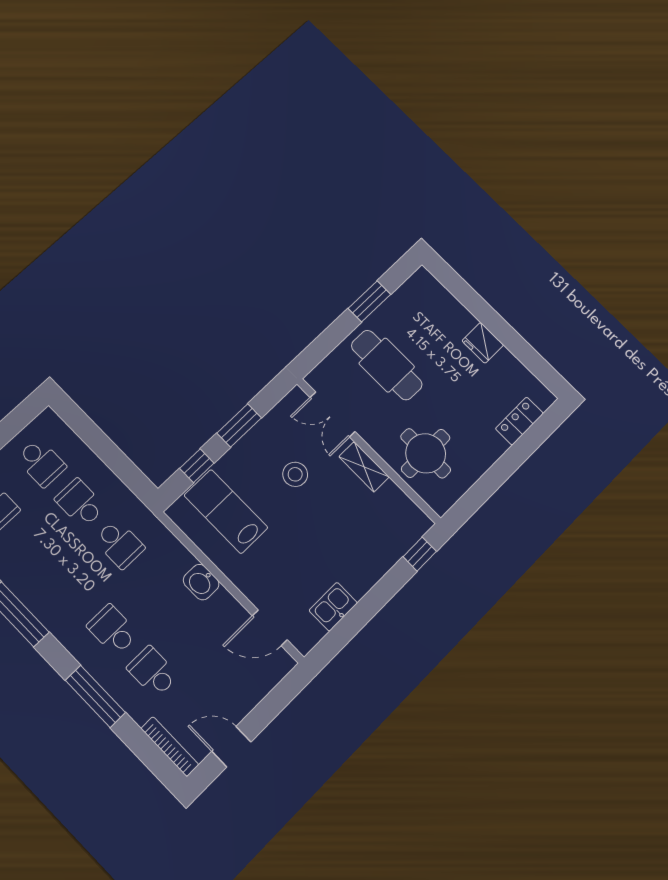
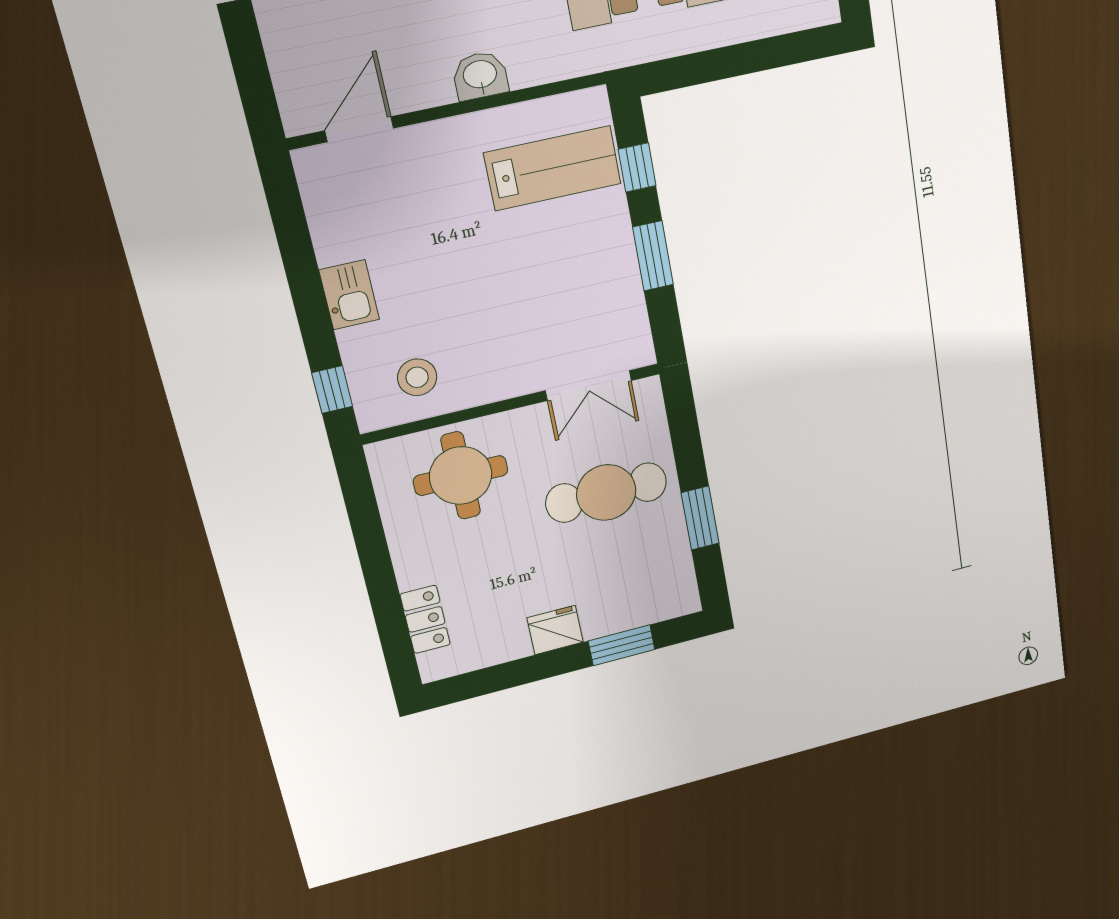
window: (469, 298) -> (622, 645), added
double door: (333, 414) -> (588, 386), swing flipped
shelving: (364, 467) -> (495, 386), removed
stool: (295, 474) -> (417, 377), moved
kitchen sink: (333, 607) -> (349, 295), moved

